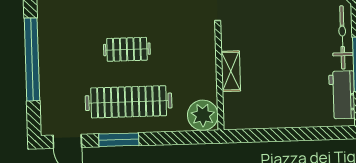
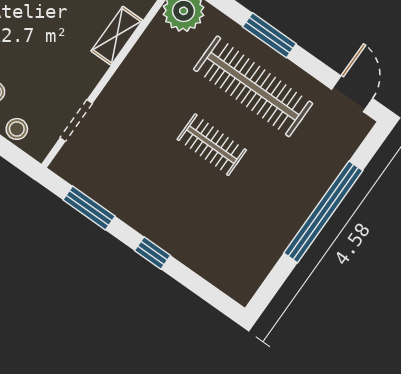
window: (119, 140) -> (269, 35), moved

